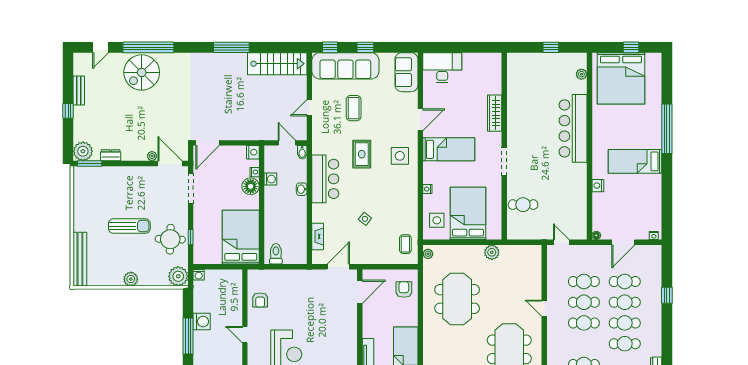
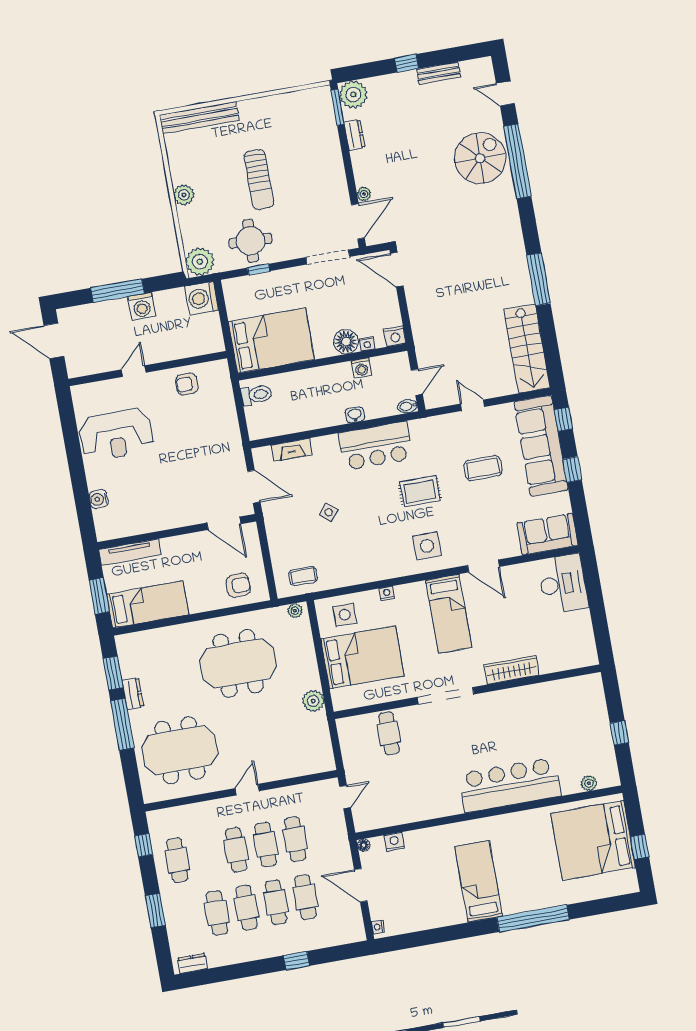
spiral stairs: (142, 72) -> (480, 158), turned 90
doorway: (504, 161) -> (446, 696), width x1.36
nightstand: (598, 186) -> (394, 842), moved
washing machine: (199, 275) -> (202, 298), width x1.89, depth x1.89

